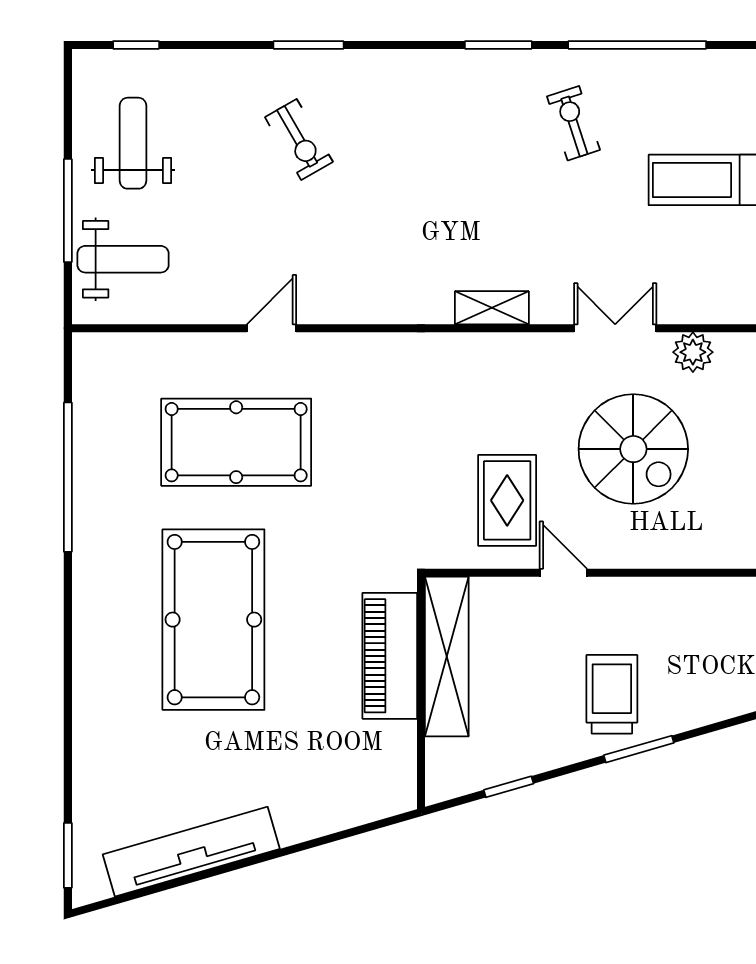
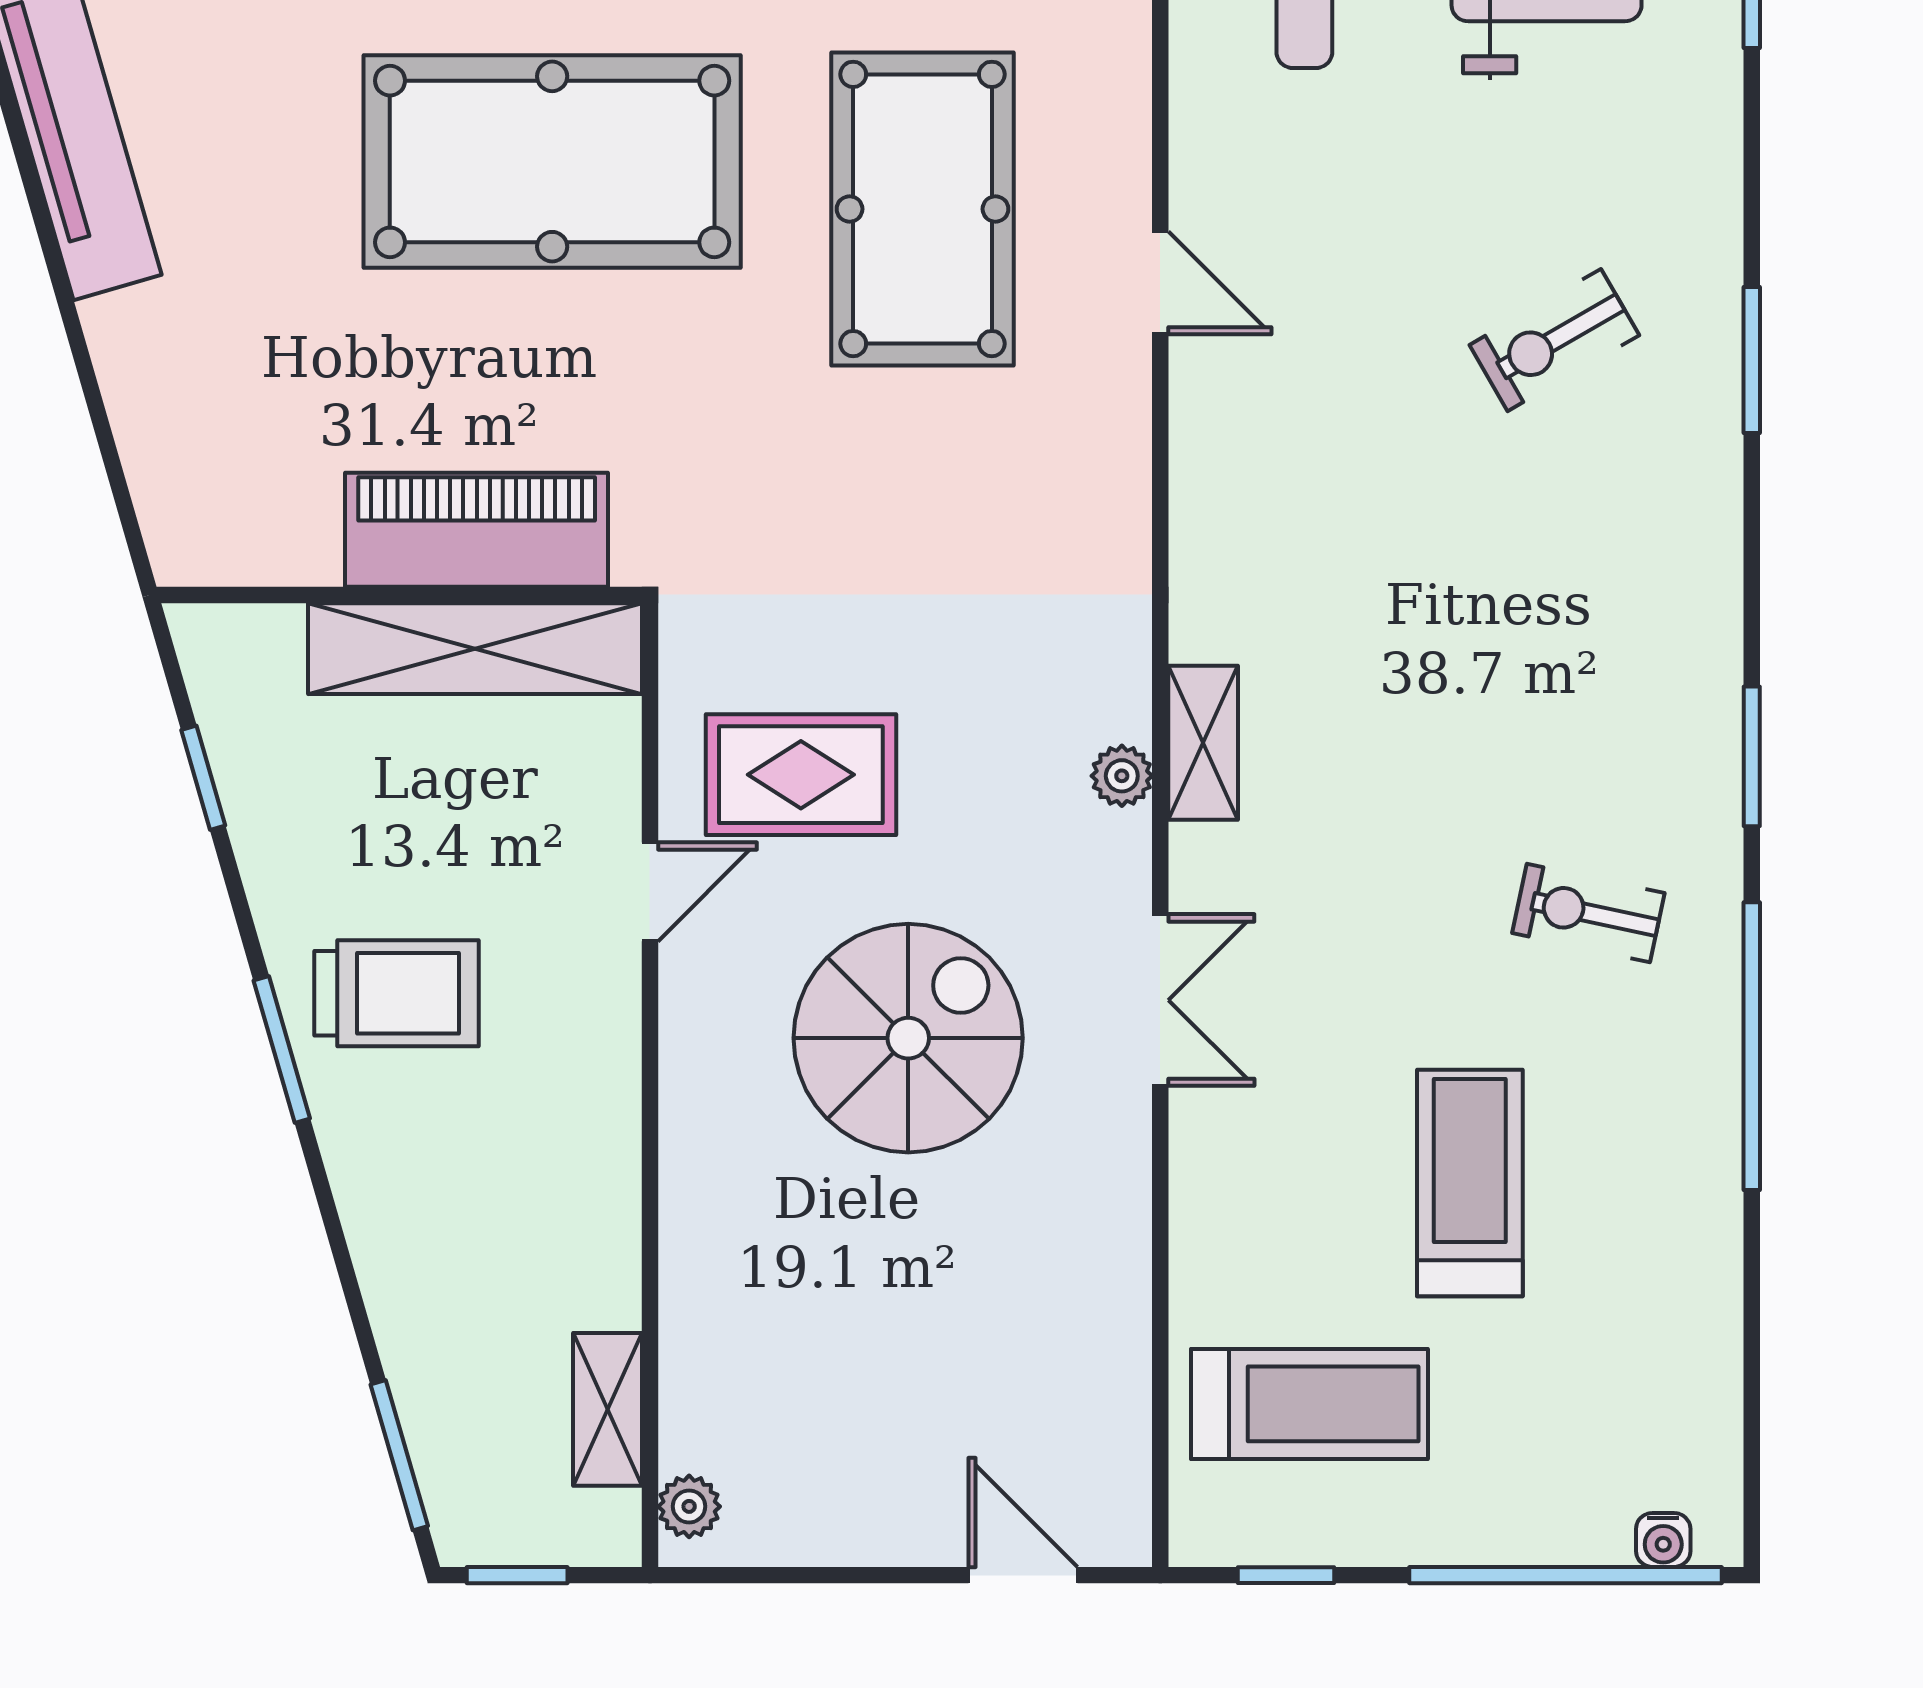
exercise bike: (573, 123) -> (1588, 913), turned -150
plant: (693, 352) -> (1122, 776), moved, width x0.73, depth x0.73
spiral stairs: (633, 449) -> (908, 1038), turned 180

